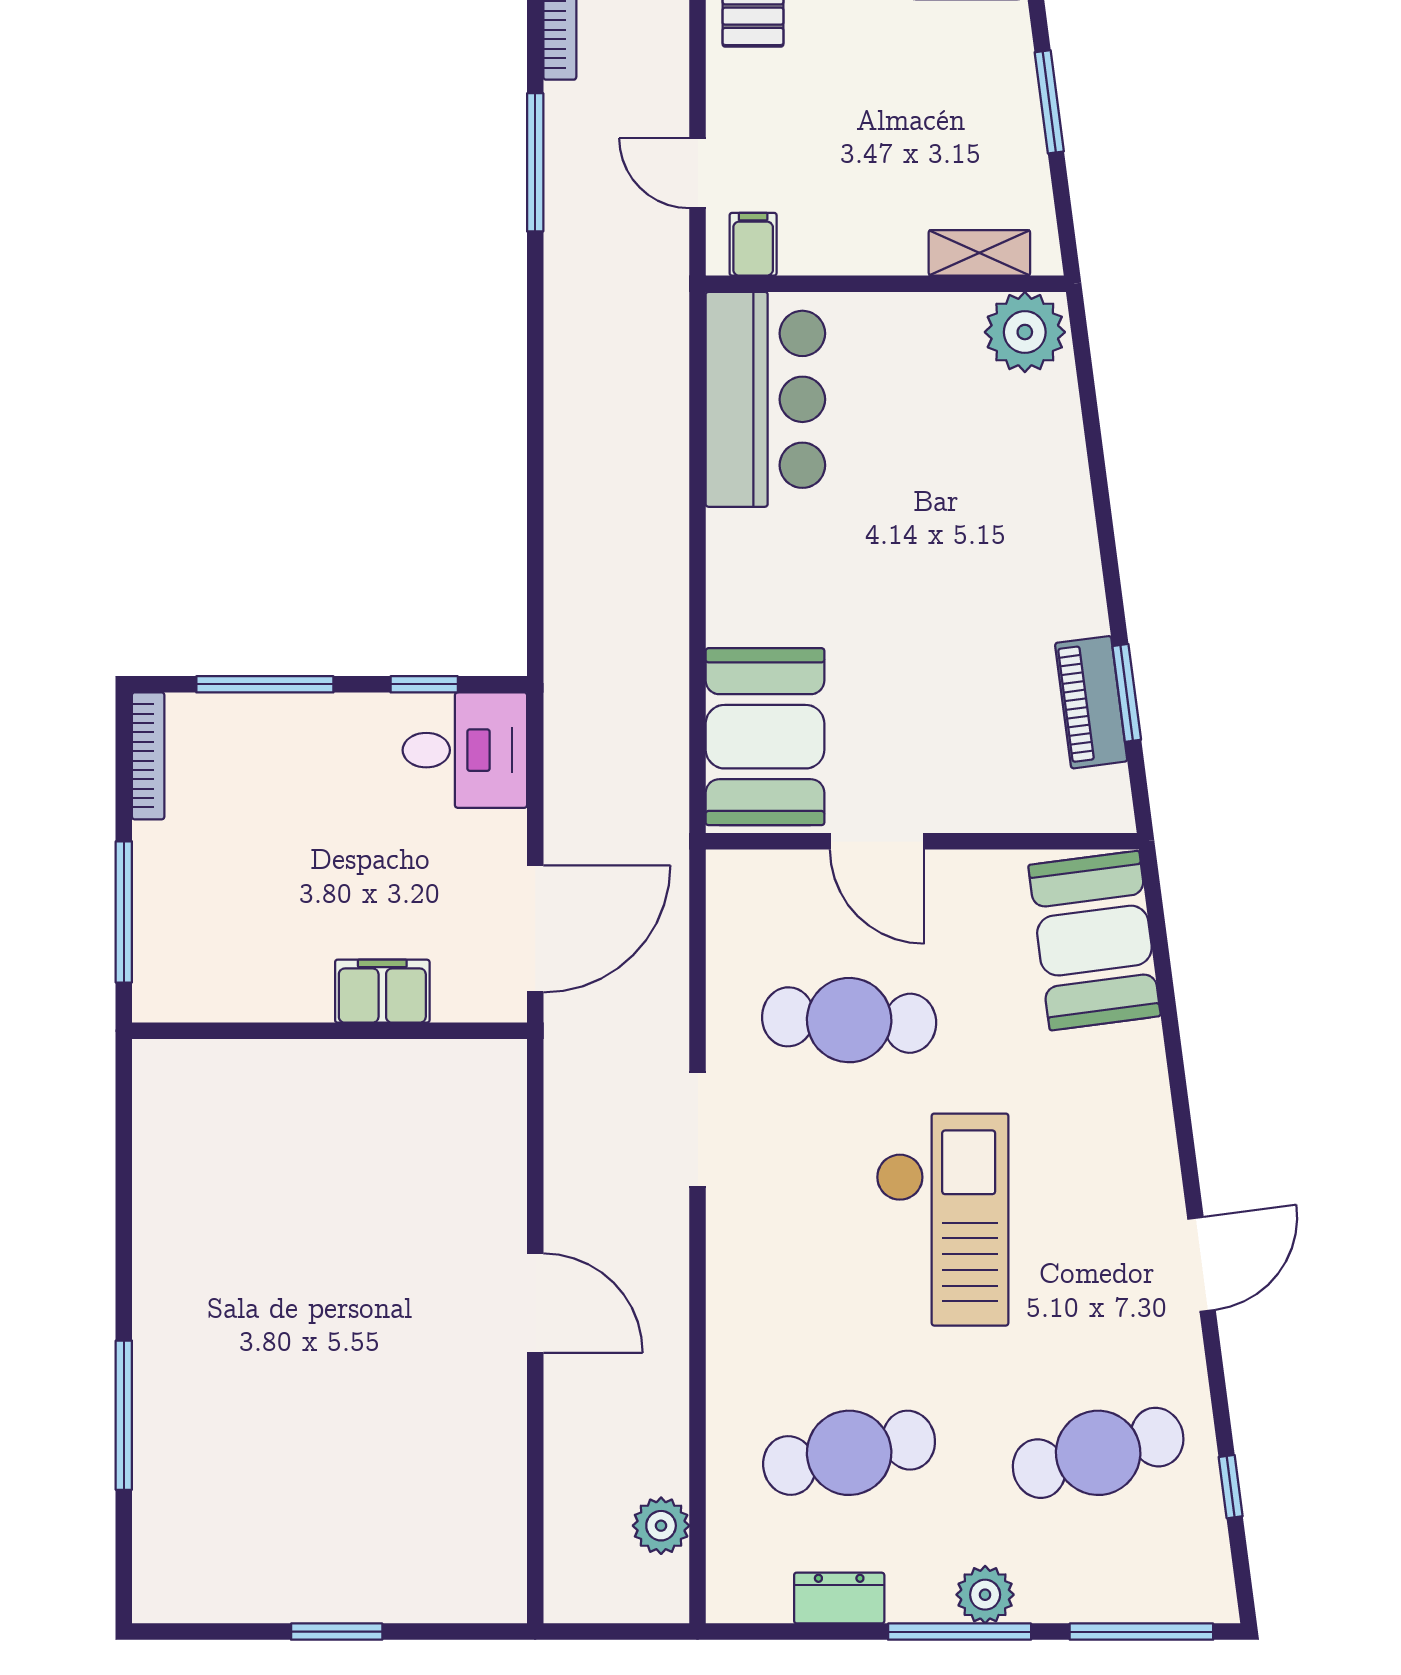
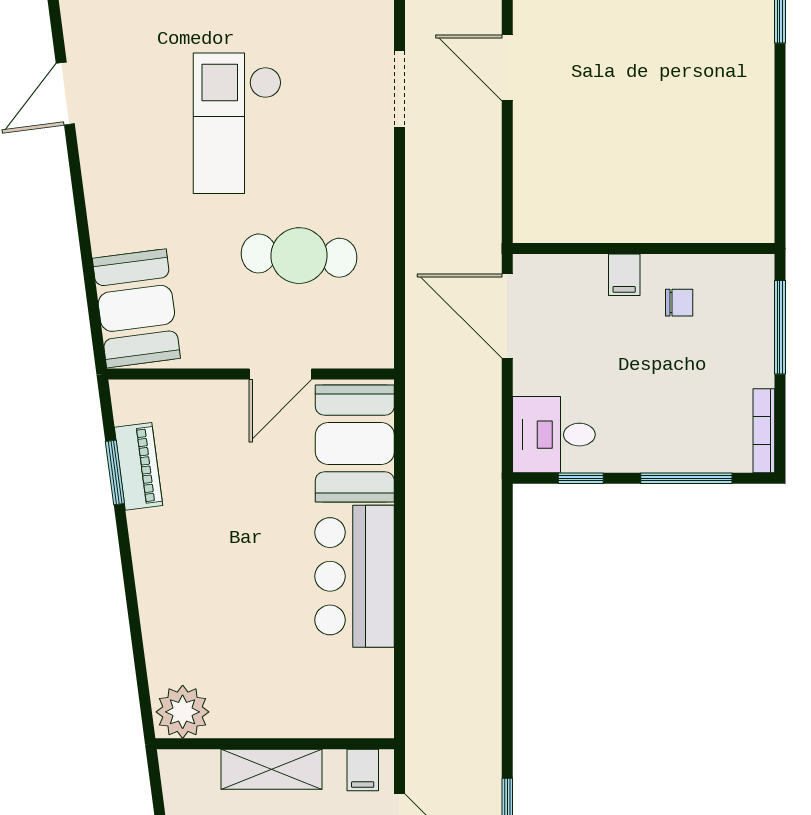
shelving: (979, 253) -> (271, 769), moved, width x1.50, depth x1.33
bar counter: (765, 399) -> (355, 576), moved
door: (877, 841) -> (280, 374), swing flipped
door: (535, 929) -> (507, 316), hinge flipped
chair: (276, 949) -> (679, 303), added
filing cabinet: (382, 991) -> (624, 275), width x0.50
doorway: (698, 1130) -> (400, 89), moved

